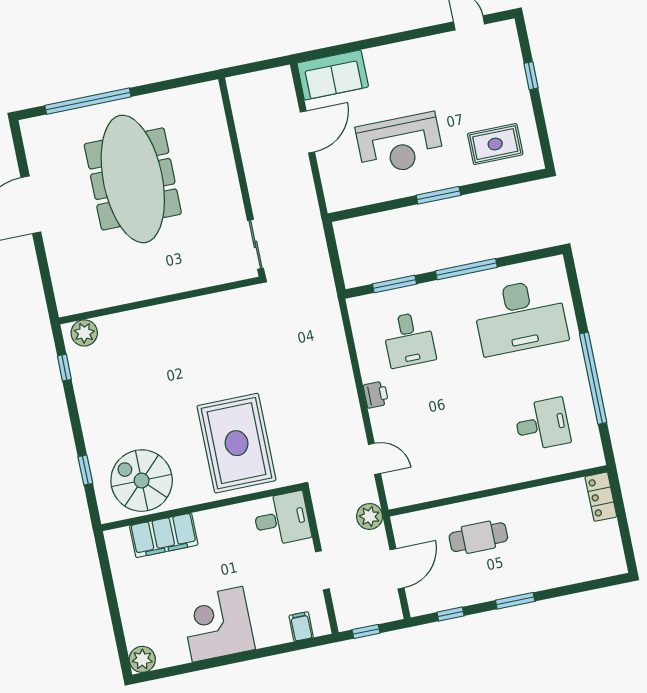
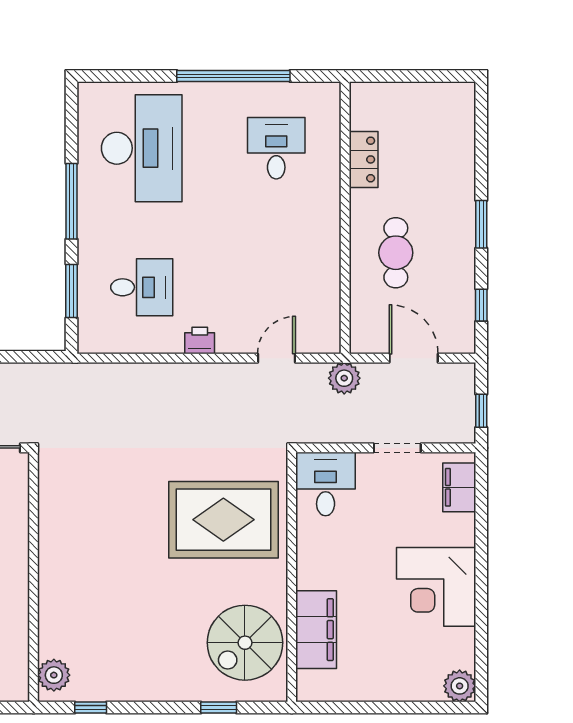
locker: (601, 497) -> (364, 159), moved, turned -90
filing cabinet: (301, 626) -> (459, 487), width x2.00

